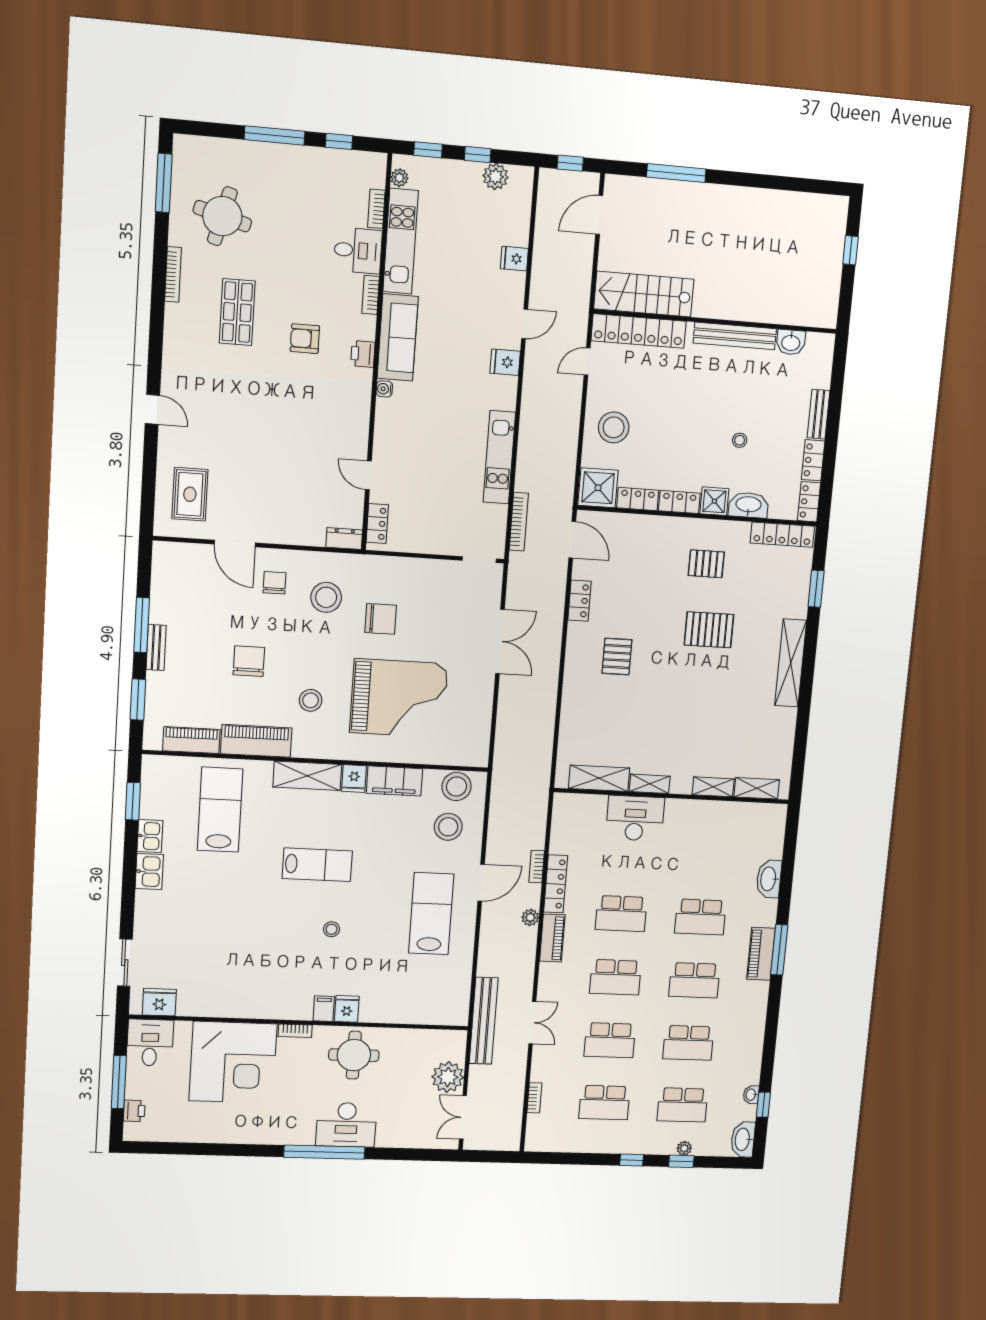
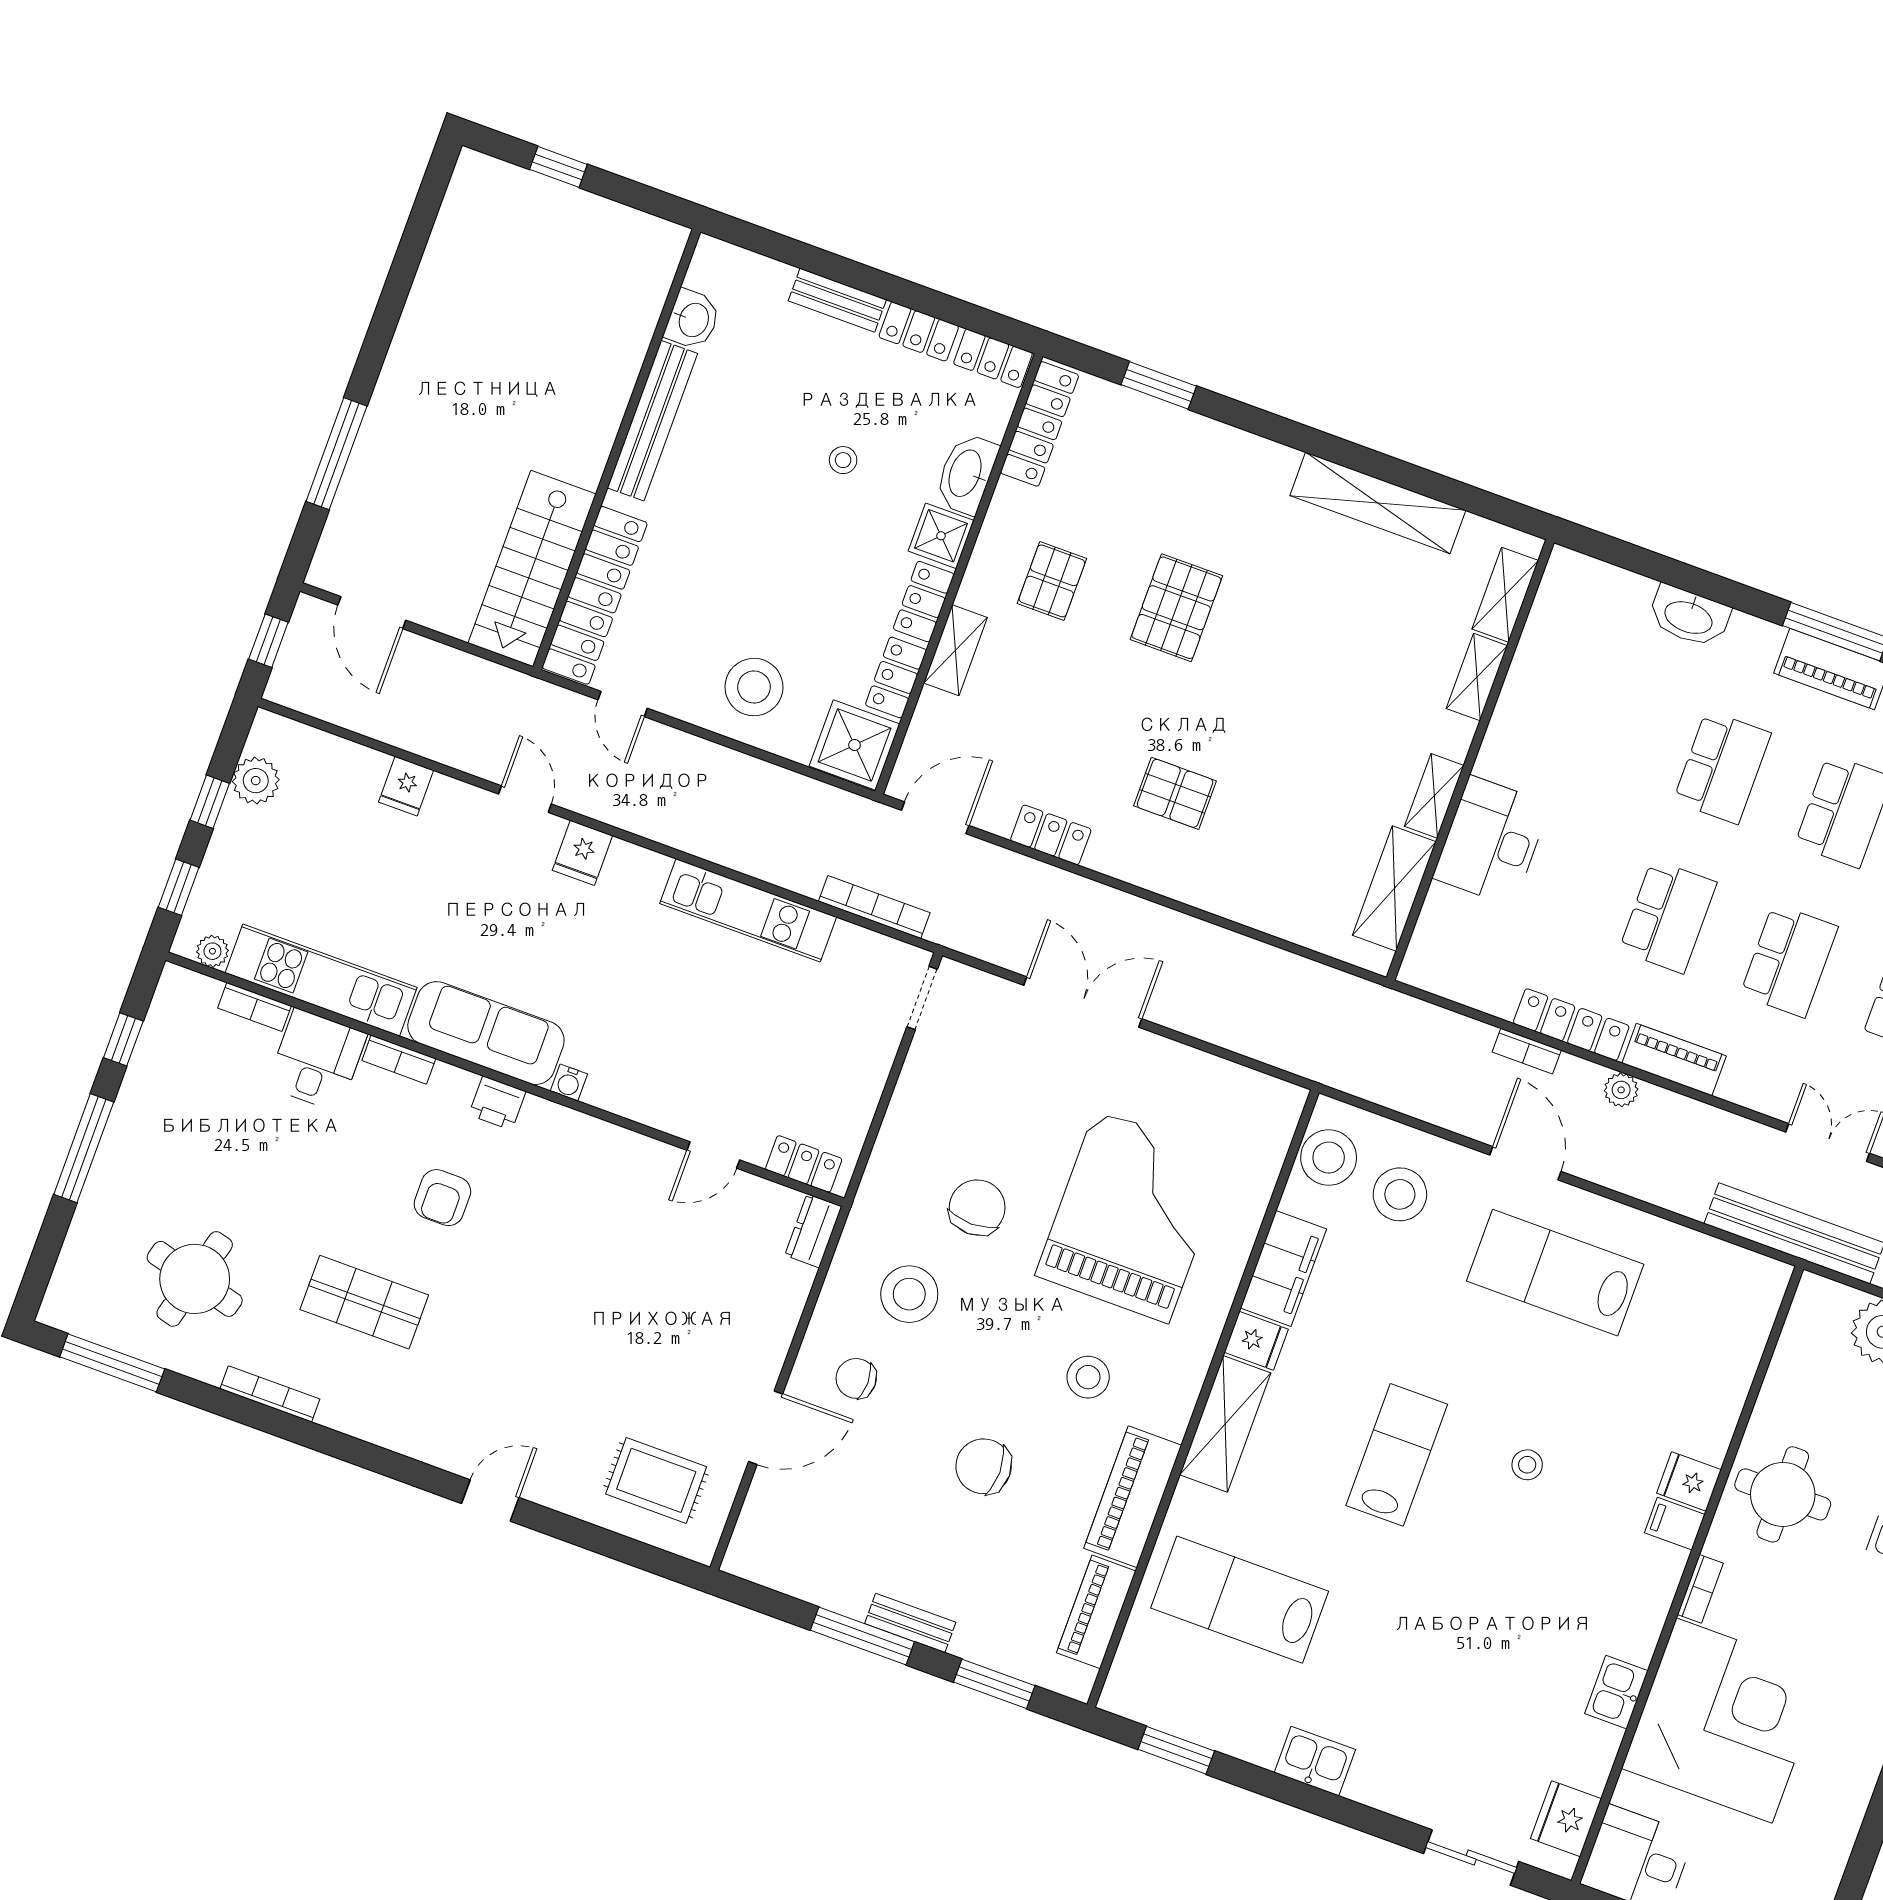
shelving: (659, 525) -> (955, 650), added
shelving: (791, 663) -> (1378, 503), moved
kitchen sink: (150, 836) -> (1616, 1692), moved, turned -90

